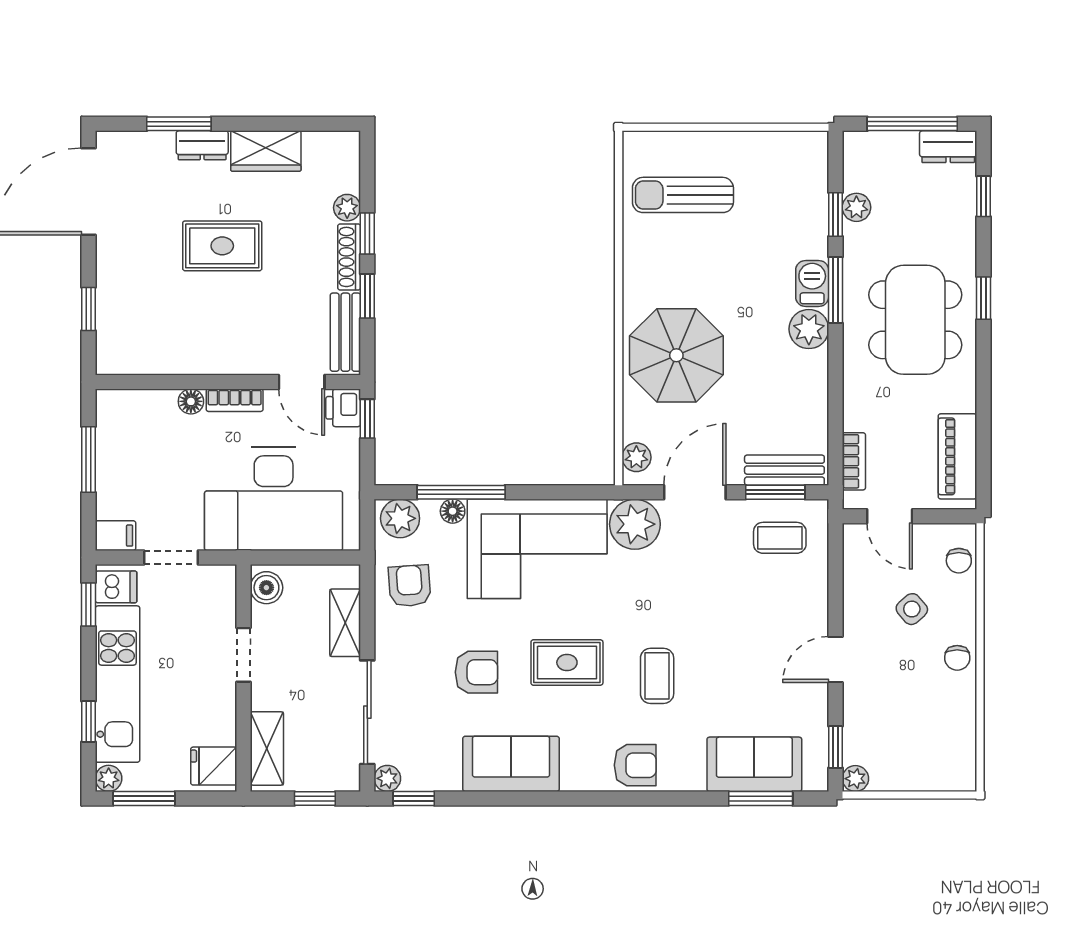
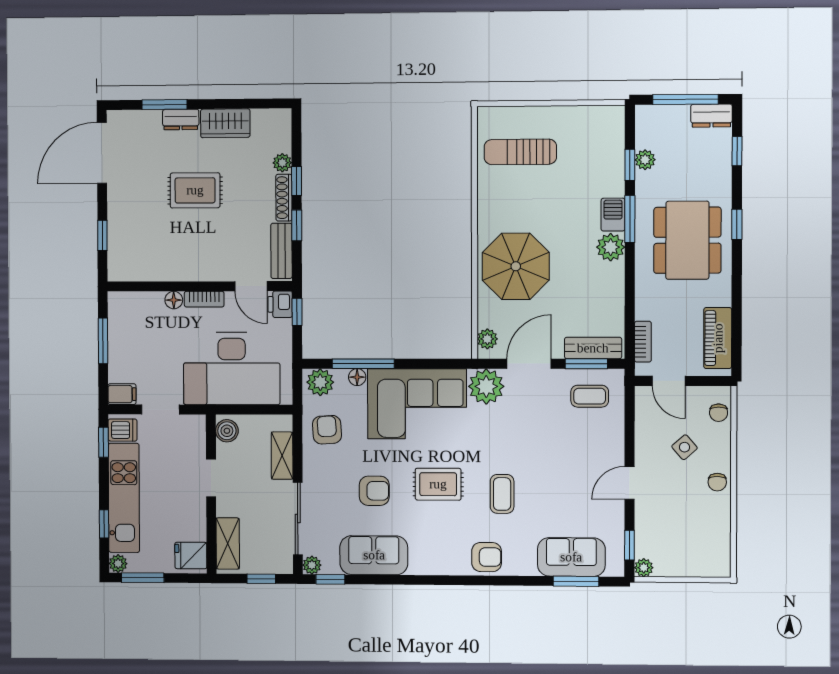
sofa: (511, 764) -> (374, 555), moved

